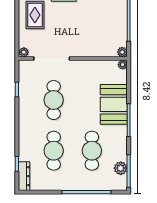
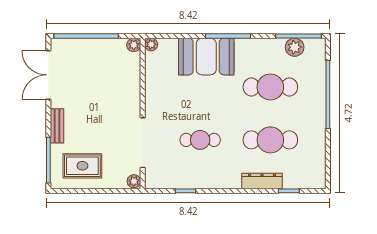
cafe table: (54, 100) -> (200, 140), width x0.73, depth x0.74
dresser: (24, 176) -> (262, 181), moved

